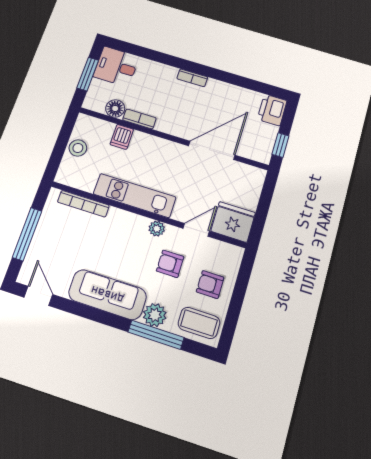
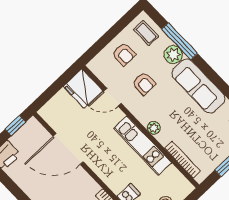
plant: (157, 229) -> (154, 128), moved
coffee table: (199, 323) -> (146, 33), width x0.73, depth x0.77

